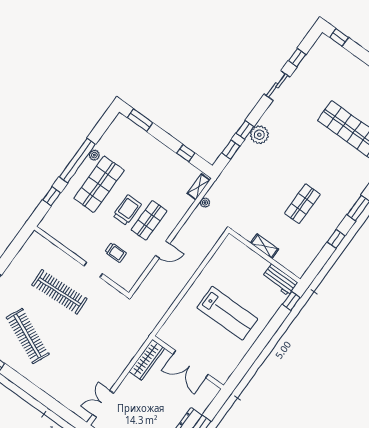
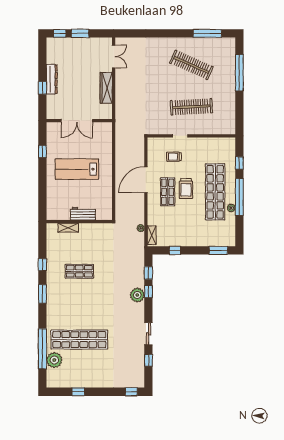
shop shelf: (99, 184) -> (215, 192), width x1.40
shop shelf: (302, 204) -> (79, 271), turned 90
shelving: (264, 246) -> (68, 228), moved
door: (163, 250) -> (146, 180), width x1.88
workbench: (280, 280) -> (83, 214), moved
window: (291, 301) -> (42, 151), moved
wardrobe: (147, 360) -> (106, 88), moved
double door: (191, 364) -> (77, 121), swing flipped

